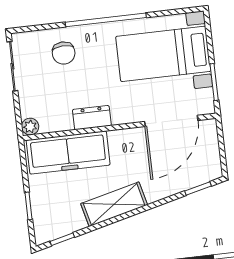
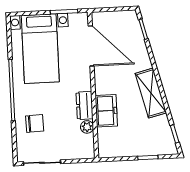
plant: (30, 127) -> (87, 127), moved
freezer: (68, 153) -> (106, 111), width x0.52, depth x0.79

